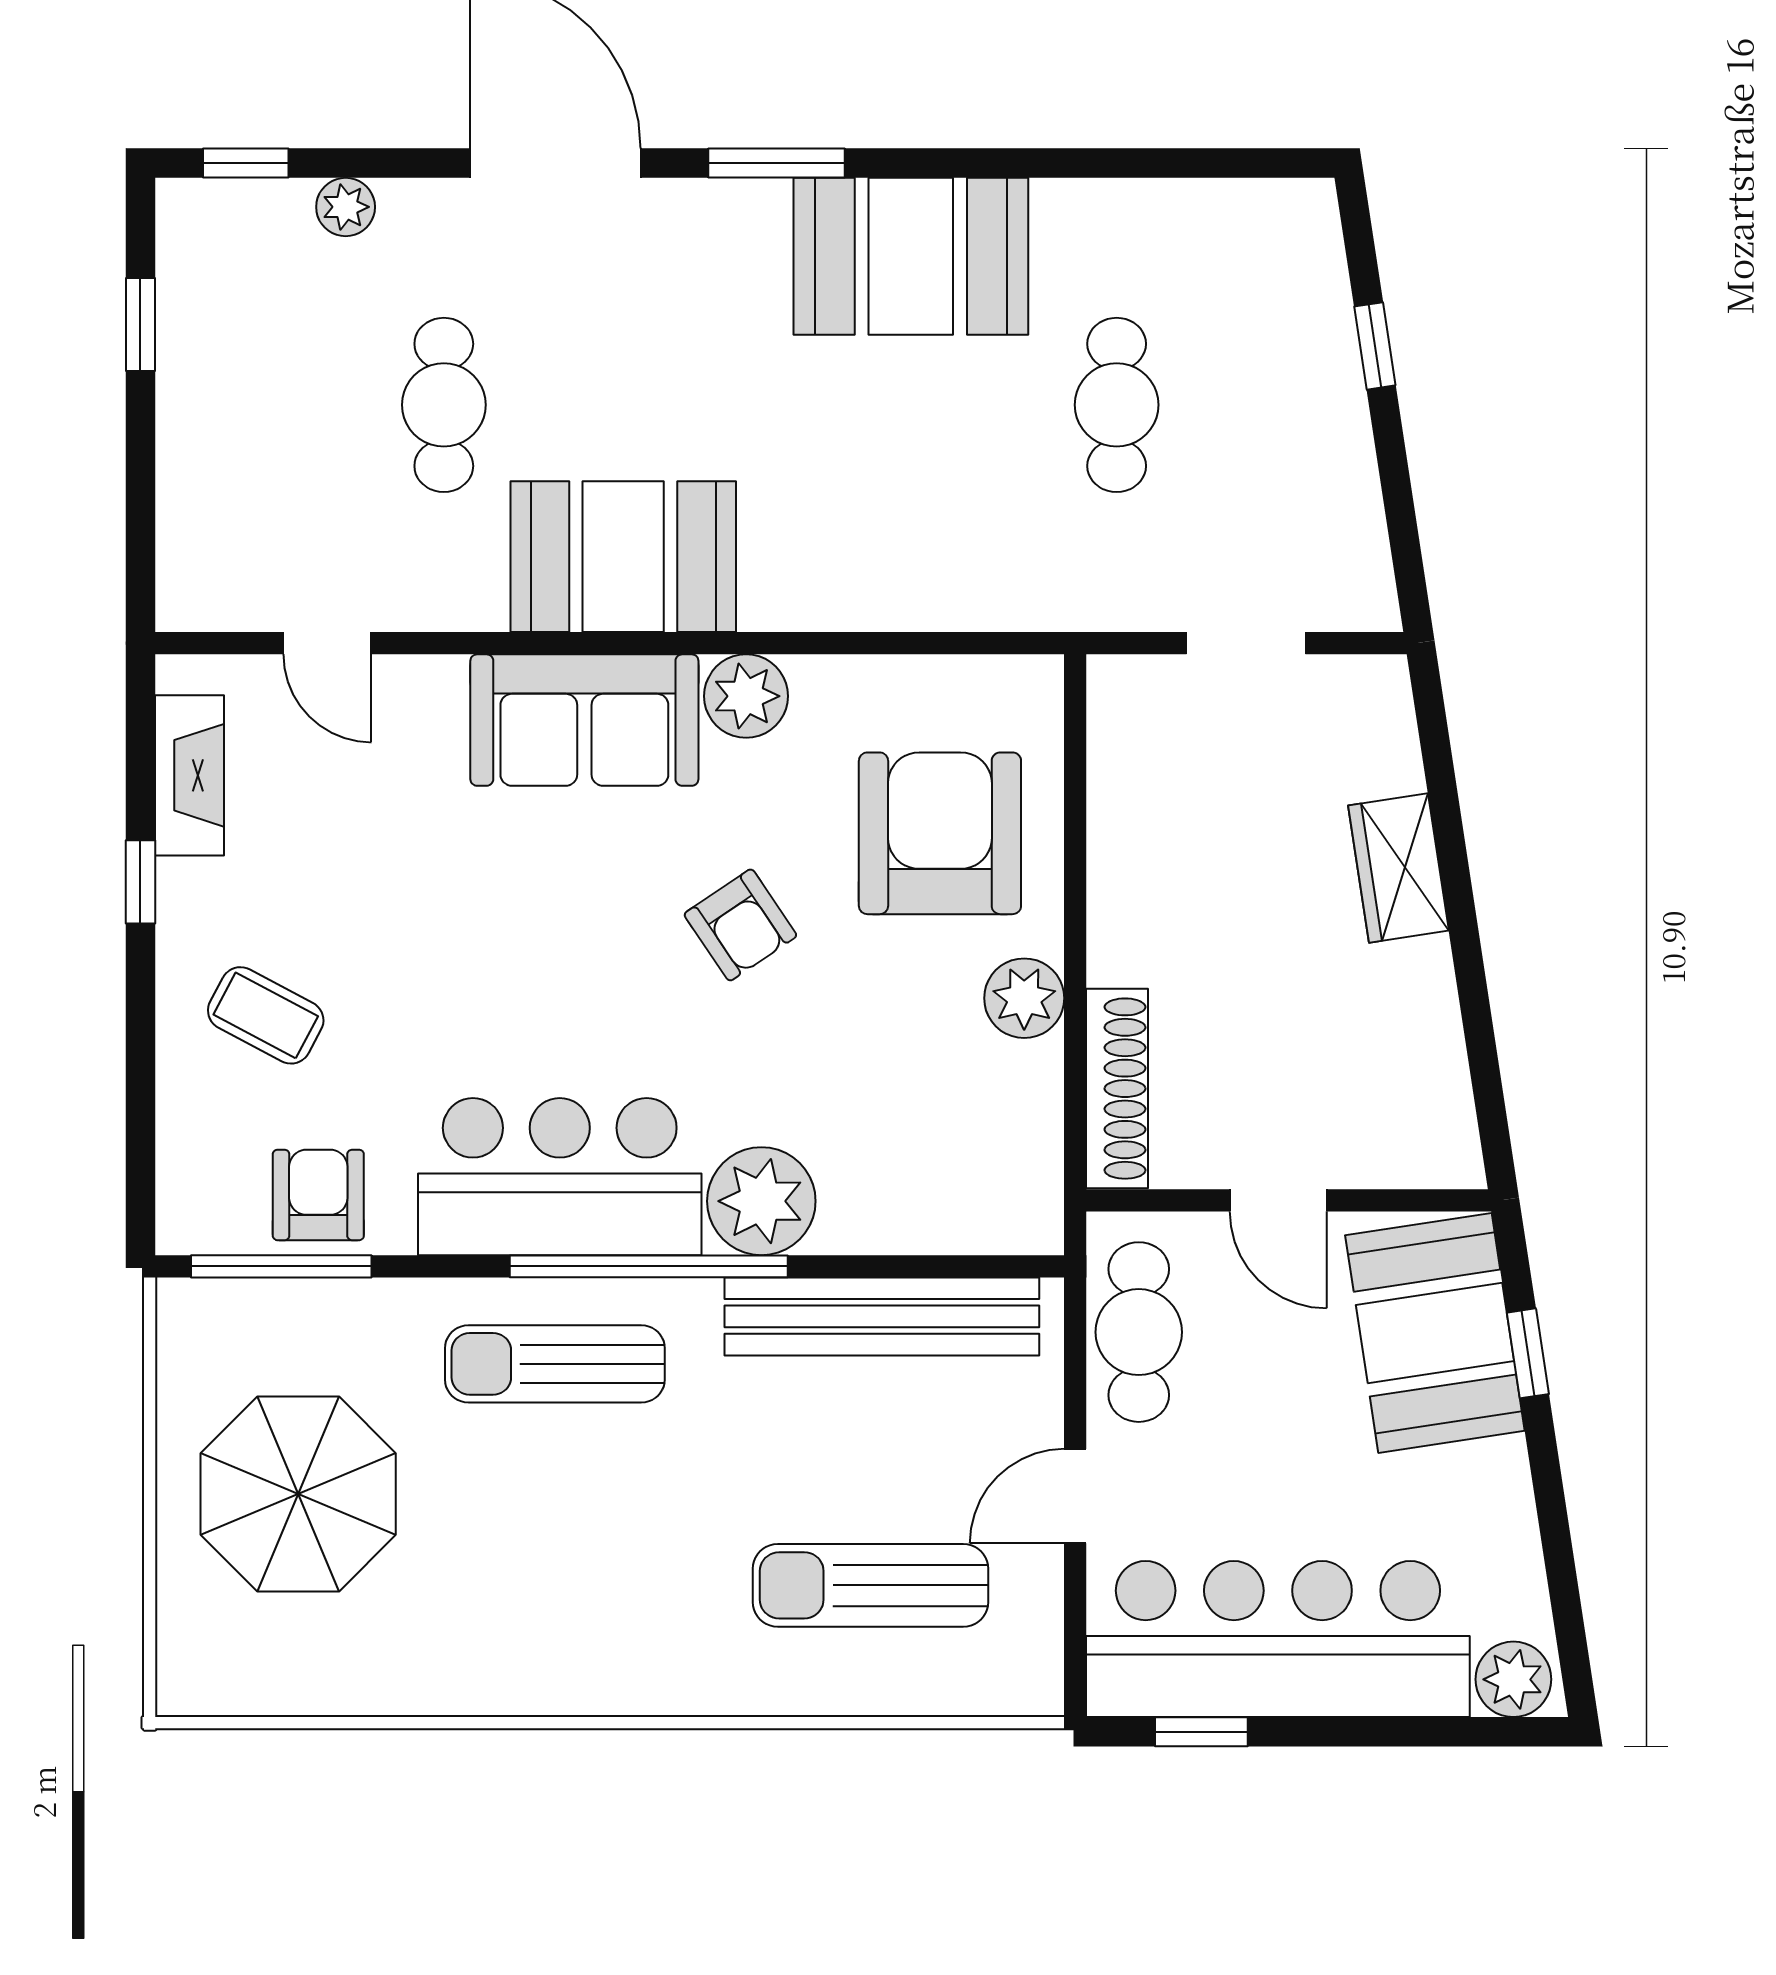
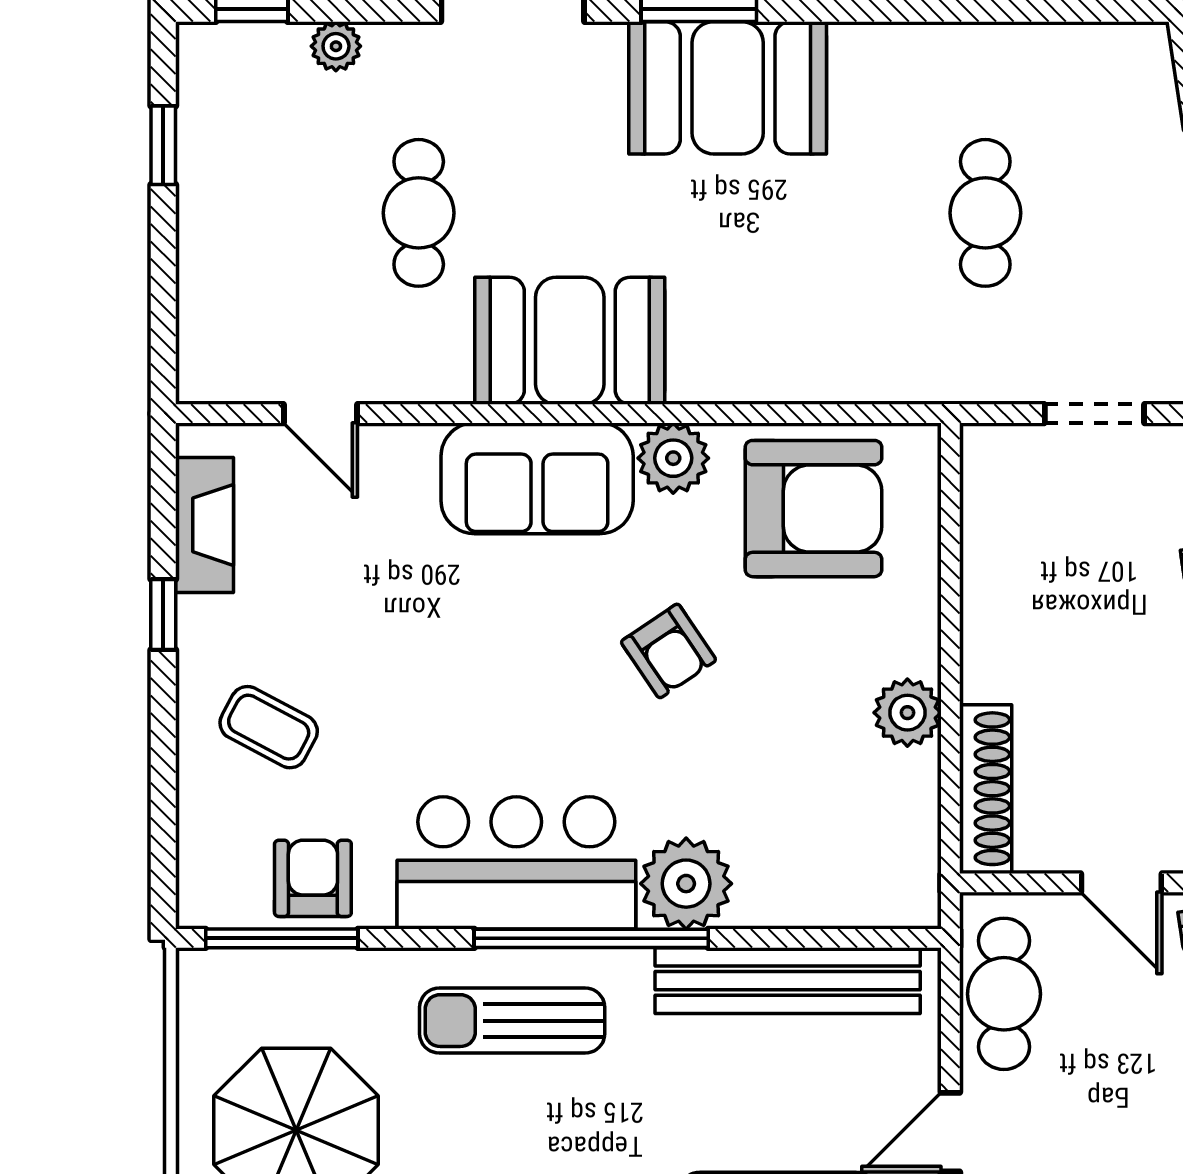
booth: (911, 256) -> (728, 88), moved
armchair: (940, 833) -> (813, 509), moved, turned 90

